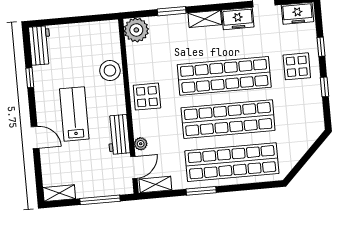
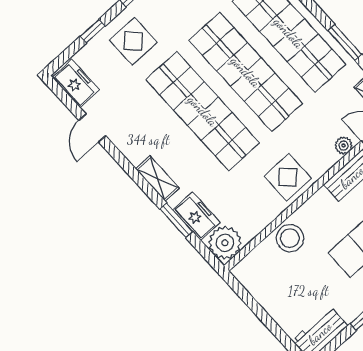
freezer: (238, 19) -> (196, 216), moved

